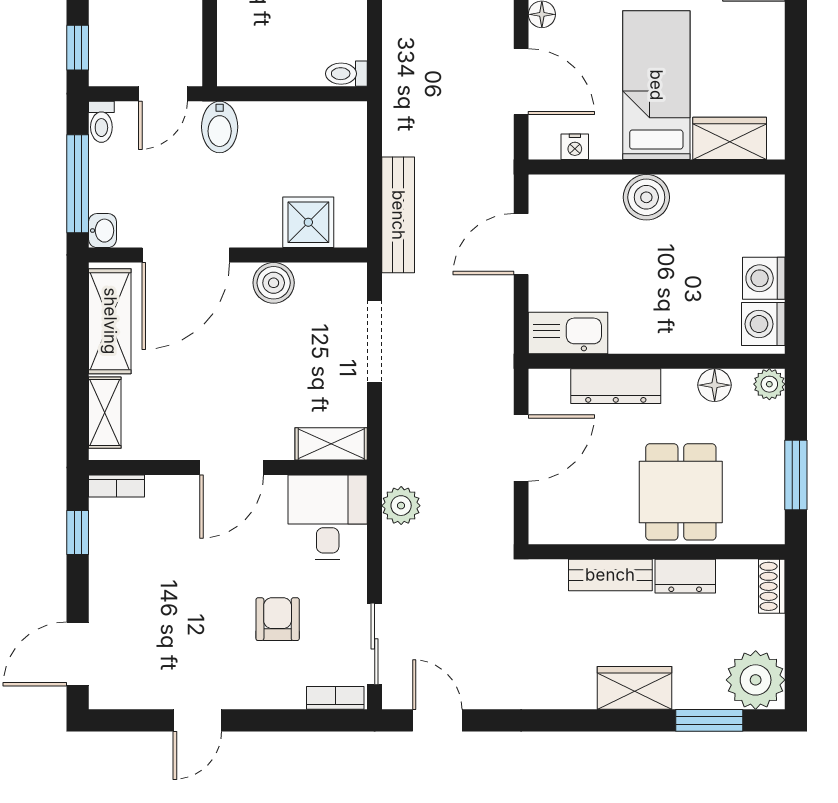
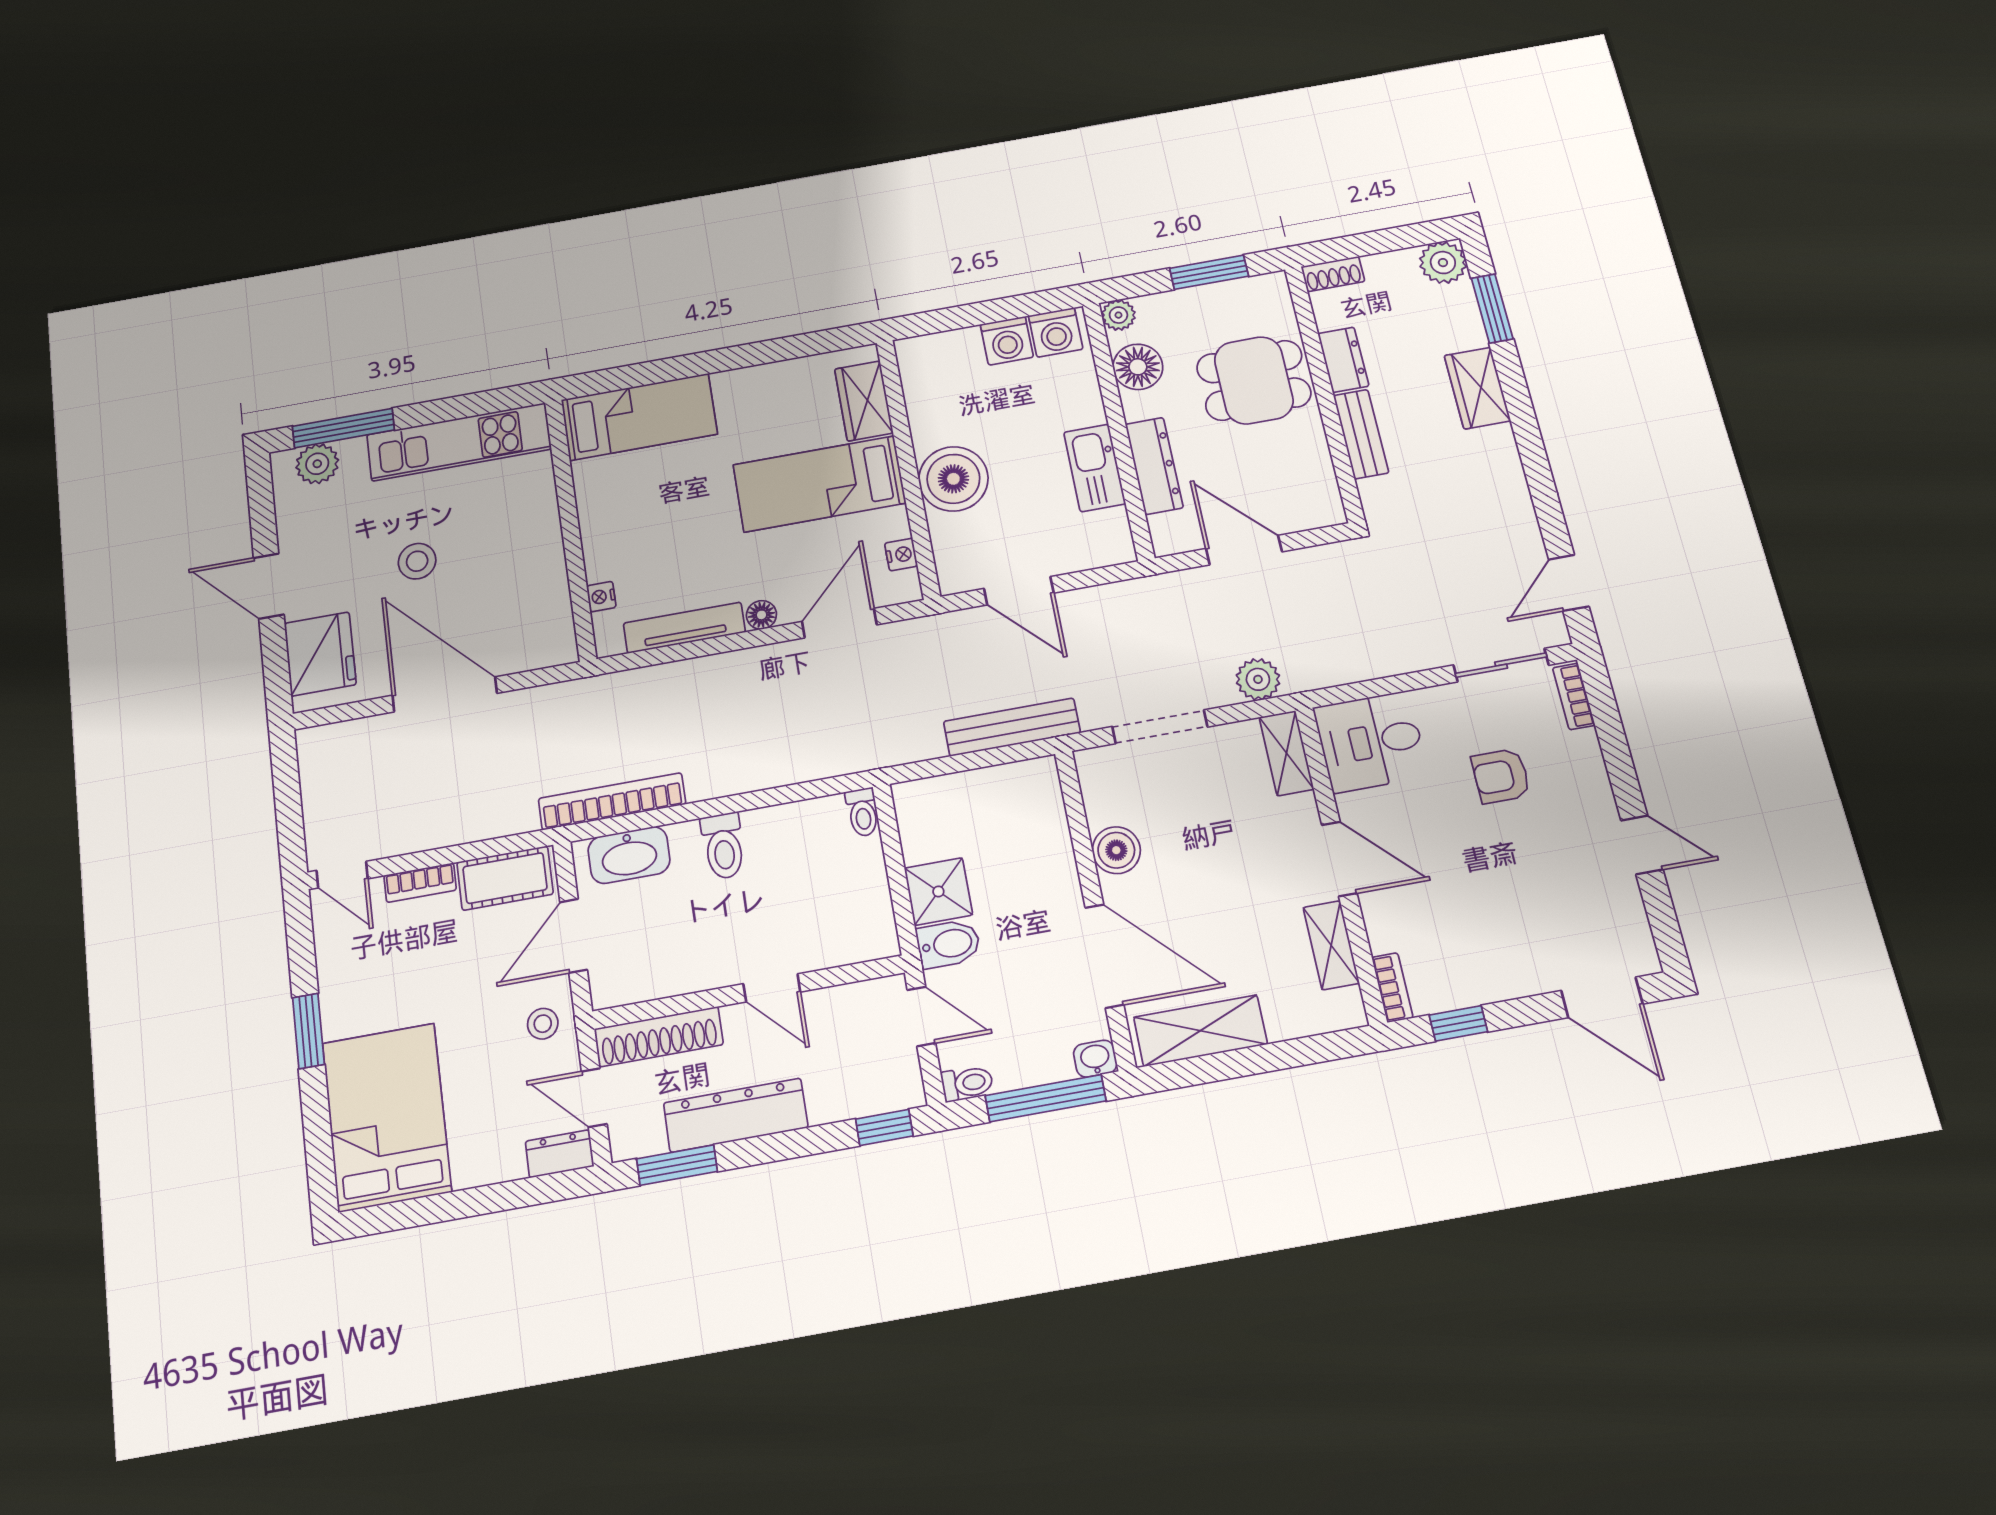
boiler: (646, 197) -> (953, 479), width x1.37, depth x1.37
shower: (308, 222) -> (938, 891), moved
kitchen sink: (568, 333) -> (1095, 468), moved
floor lamp: (715, 385) -> (1138, 367), width x1.38, depth x1.38
shelving: (105, 413) -> (1331, 945), moved, turned 90
plant: (401, 506) -> (1258, 679), moved
plant: (756, 680) -> (1443, 263), width x0.73, depth x0.73

